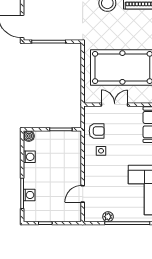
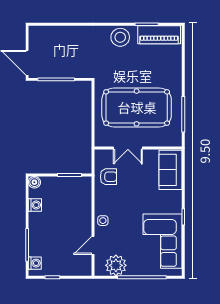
double door: (115, 105) -> (128, 148), swing flipped
side table: (101, 151) -> (103, 221), moved
washing machine: (29, 195) -> (35, 263), moved
plant: (108, 217) -> (116, 265), width x1.88, depth x1.88

